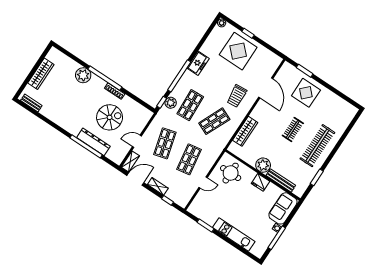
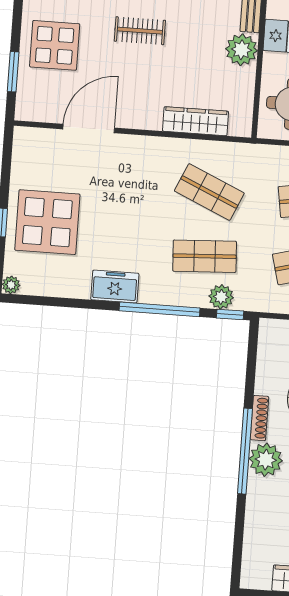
plant: (83, 75) -> (266, 460), moved
trolley: (237, 96) -> (136, 176), removed

